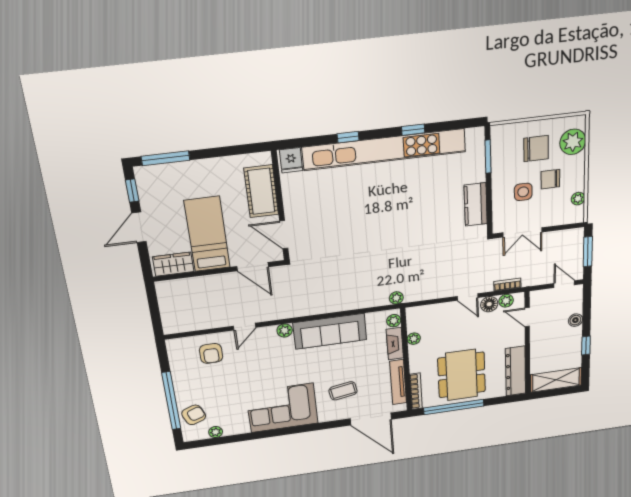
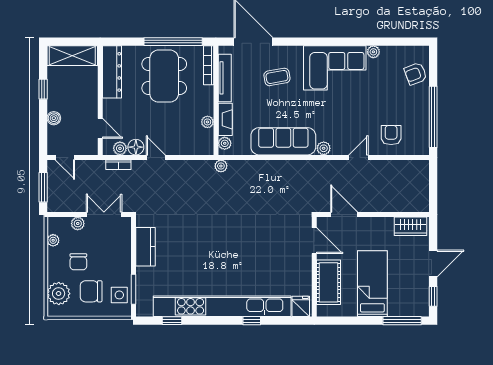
window: (413, 130) -> (172, 321), moved
chair: (550, 179) -> (78, 262), turned 90
side table: (523, 192) -> (119, 295), moved
plant: (551, 219) -> (78, 224), added
bed: (207, 234) -> (372, 284), moved, turned 180
window: (171, 401) -> (433, 117), moved
plant: (216, 432) -> (373, 52), moved

